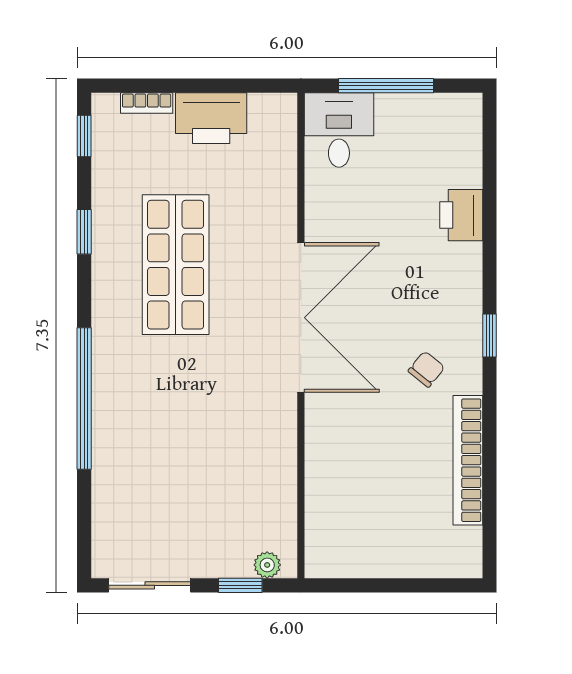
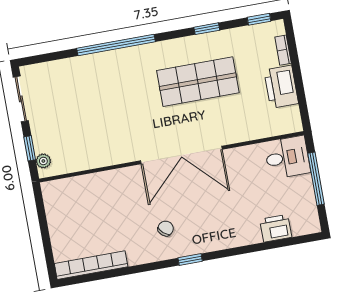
printer: (461, 215) -> (276, 228), moved
chair: (426, 369) -> (166, 228), turned -88
bookcase: (468, 460) -> (91, 265), moved

